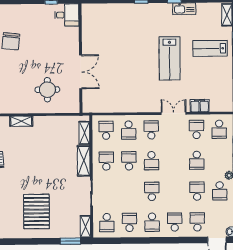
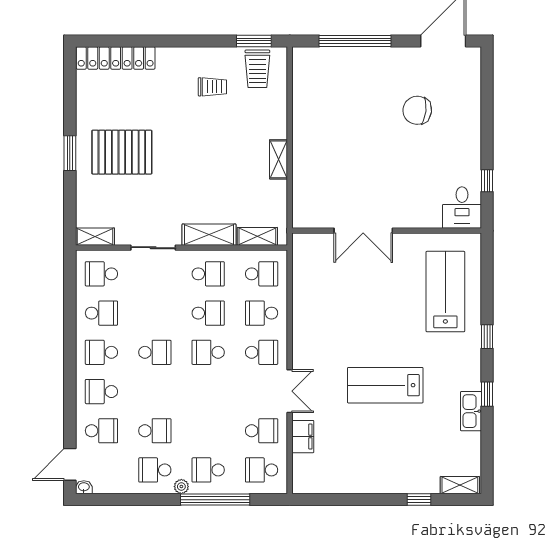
lab bench: (210, 48) -> (445, 292), moved, width x1.36, depth x1.39
round table: (47, 90) -> (333, 173), removed
shelving: (21, 121) -> (279, 159), moved
school desk: (197, 160) -> (208, 470), moved
school desk: (175, 222) -> (101, 392), turned 180
window: (70, 241) -> (70, 153), moved

